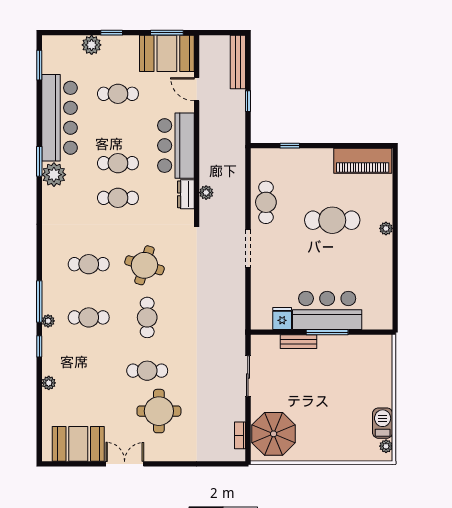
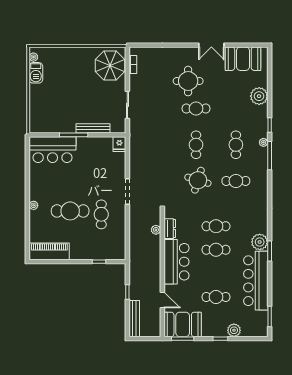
cafe table: (266, 202) -> (101, 214), moved
bar counter: (327, 310) -> (53, 150), moved
cafe table: (89, 317) -> (236, 145), turned 90
fridge: (282, 319) -> (119, 144), moved
bench: (299, 342) -> (93, 128), width x1.36
plant: (49, 383) -> (259, 96), width x1.88, depth x1.88

